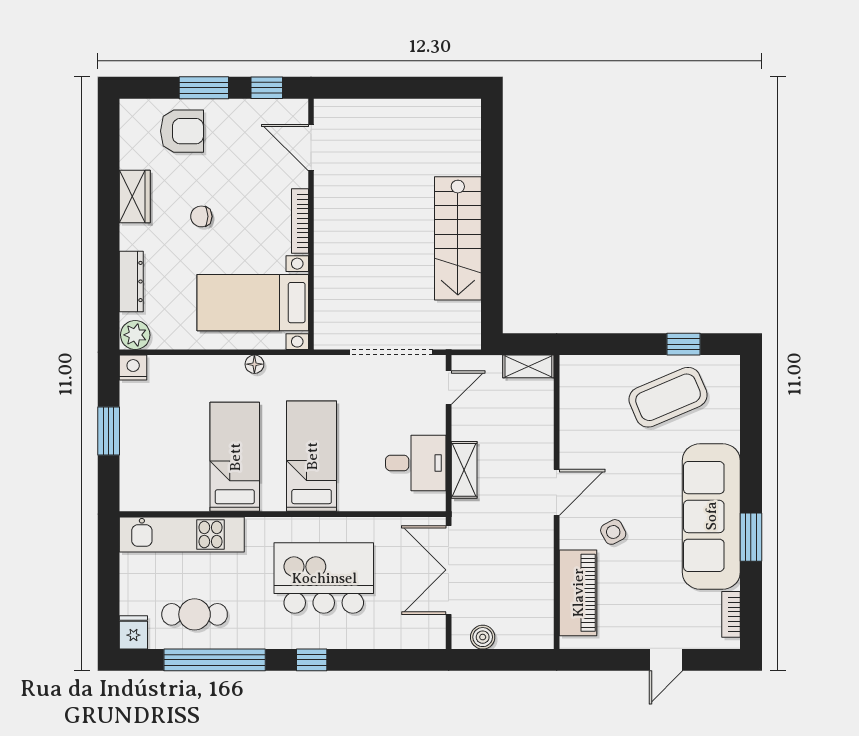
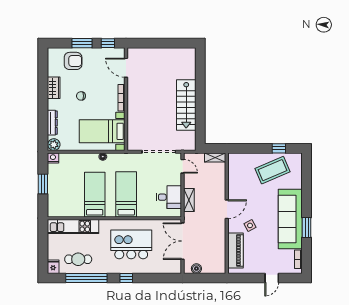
door: (449, 388) -> (182, 166), hinge flipped

